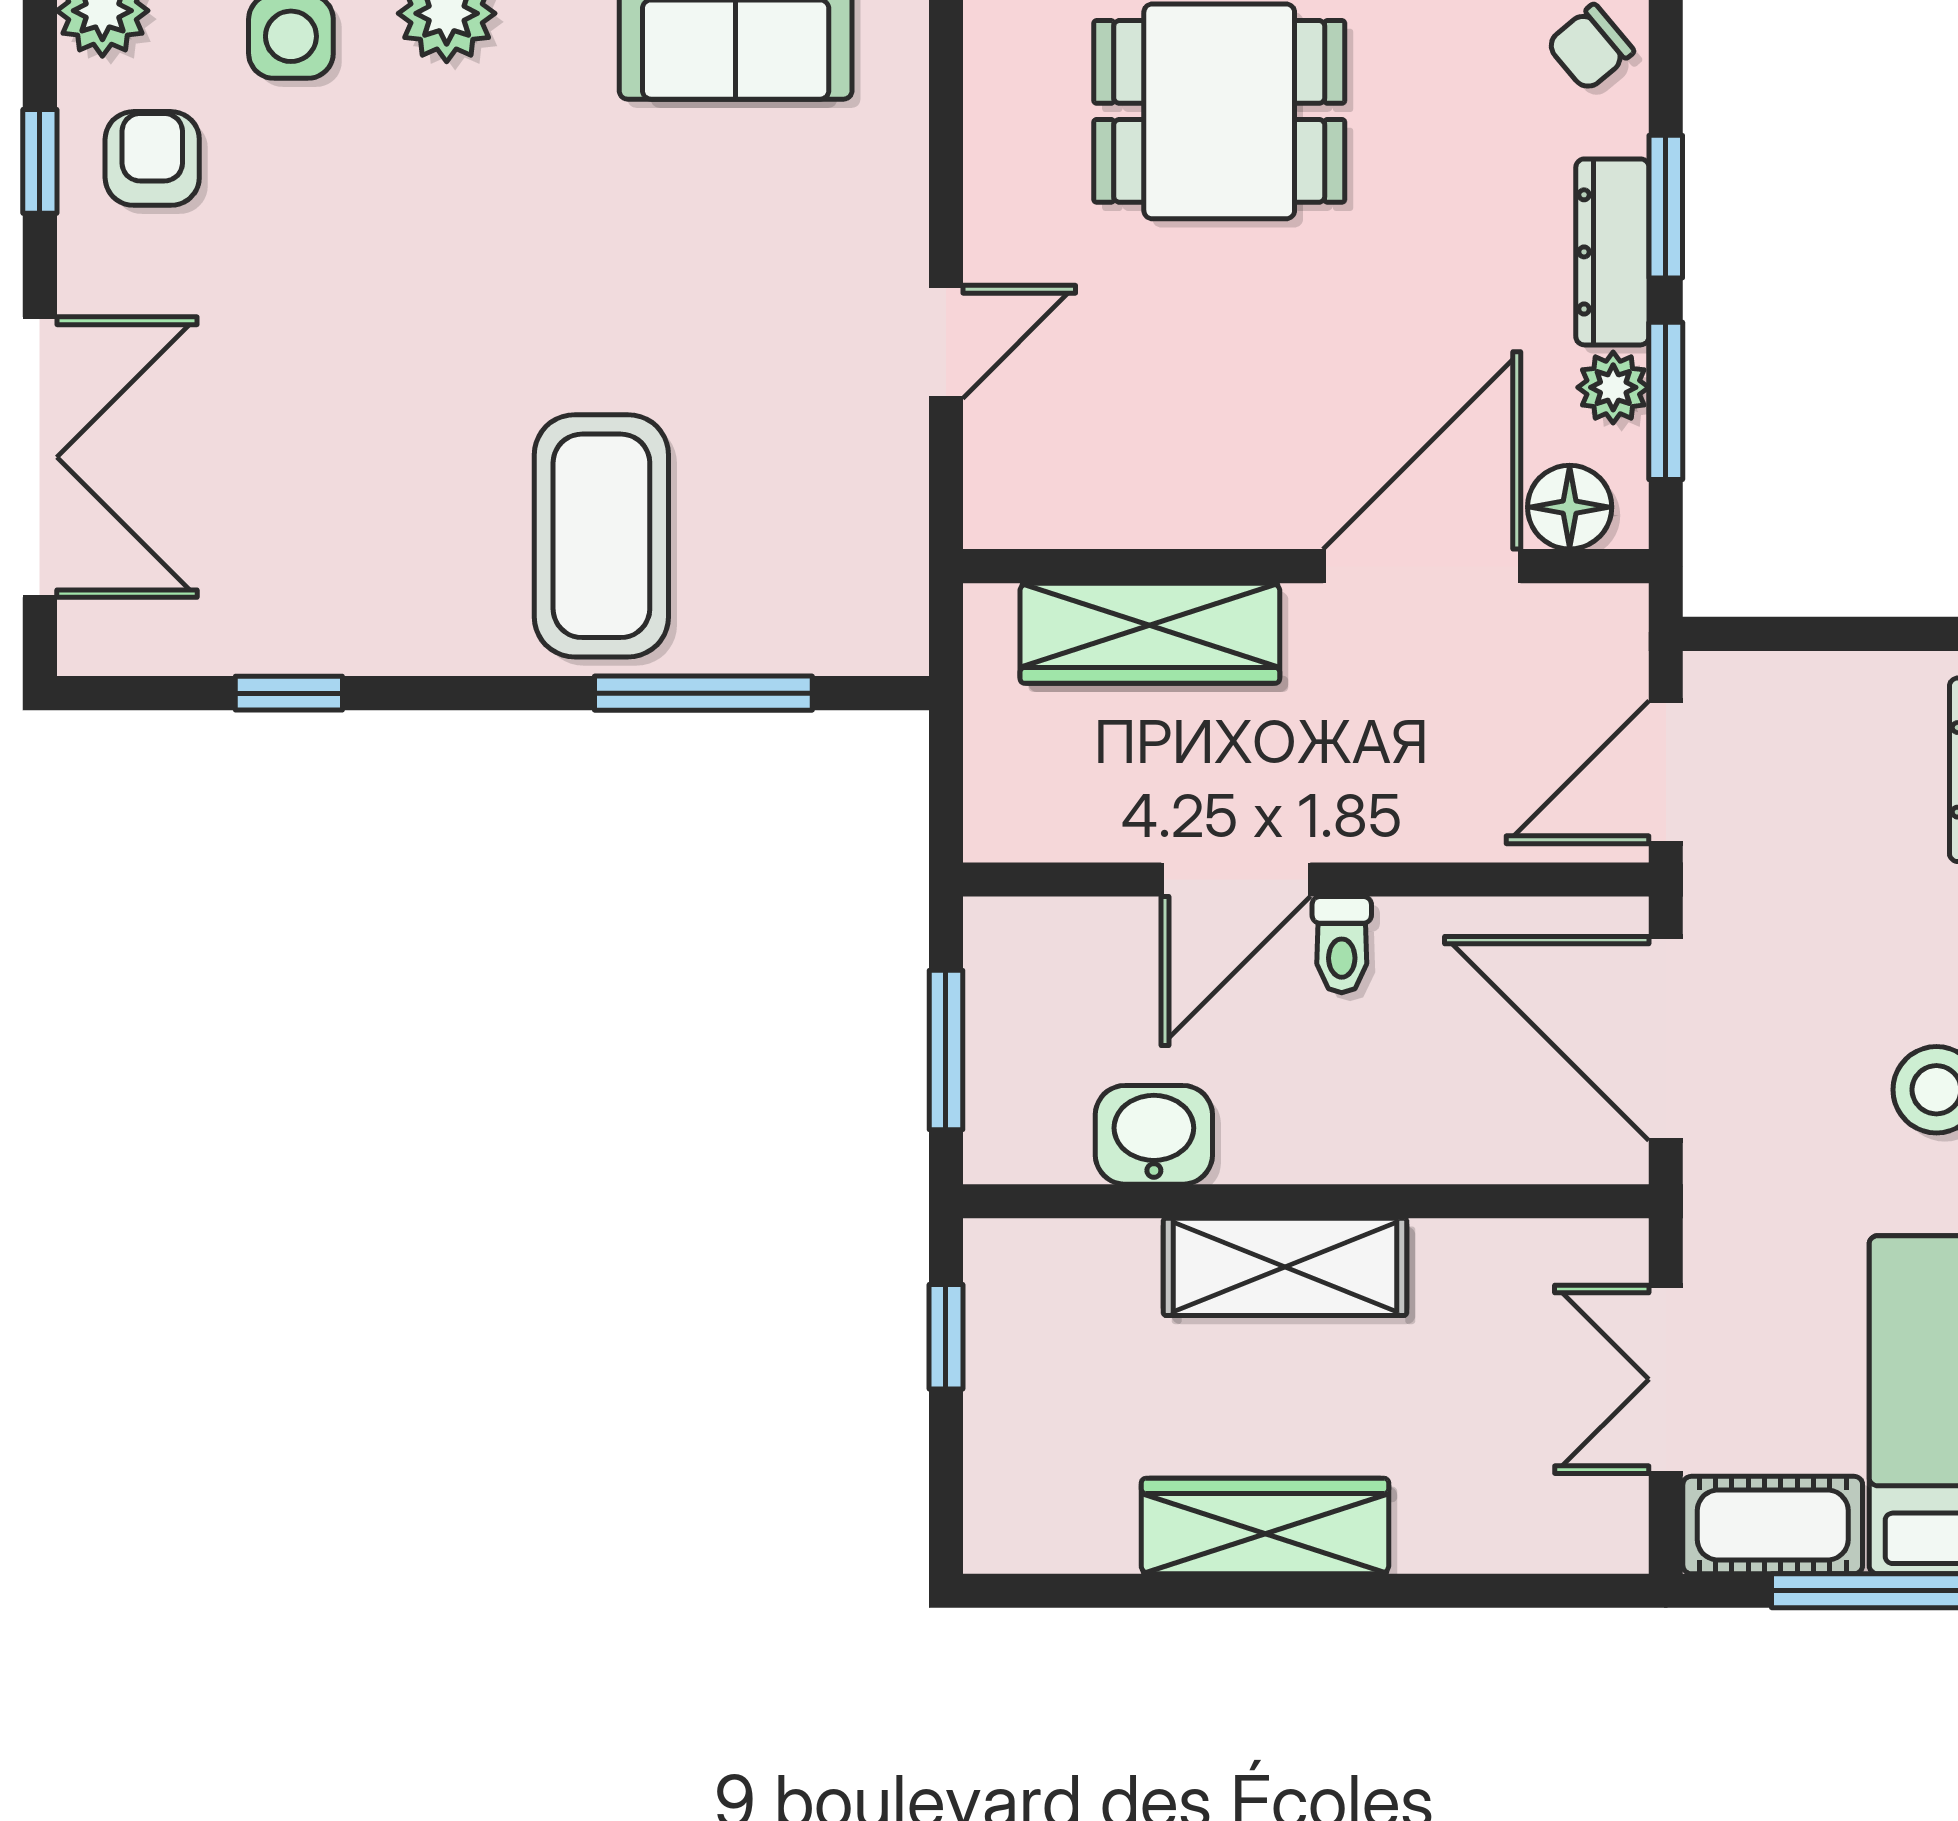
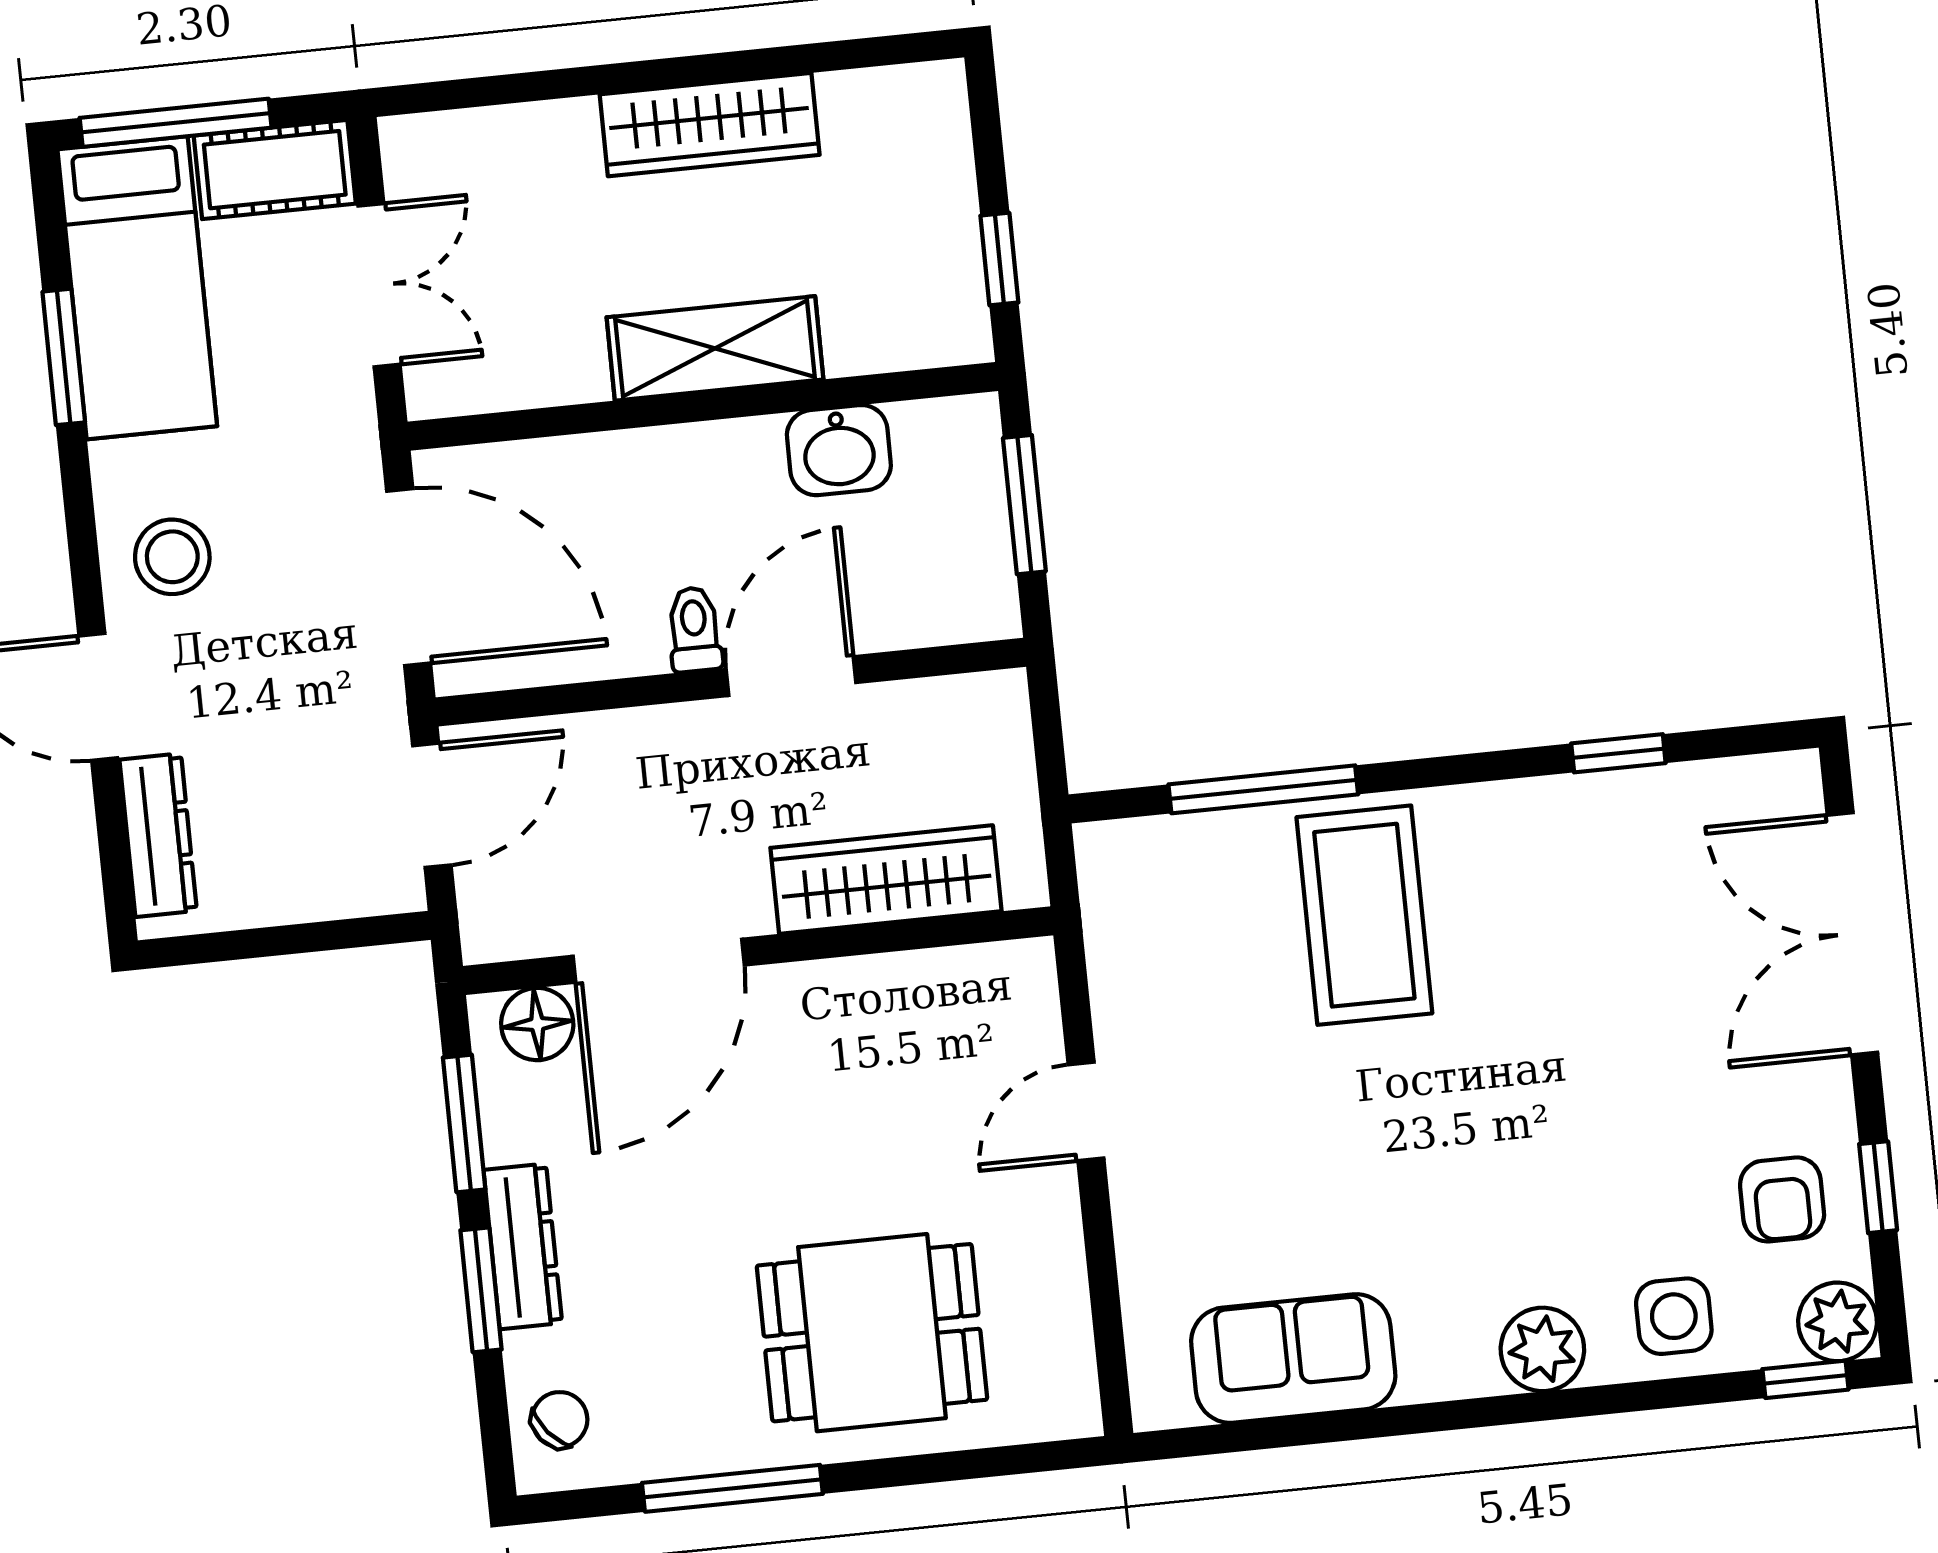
plant: (1613, 387) -> (510, 1130), removed

